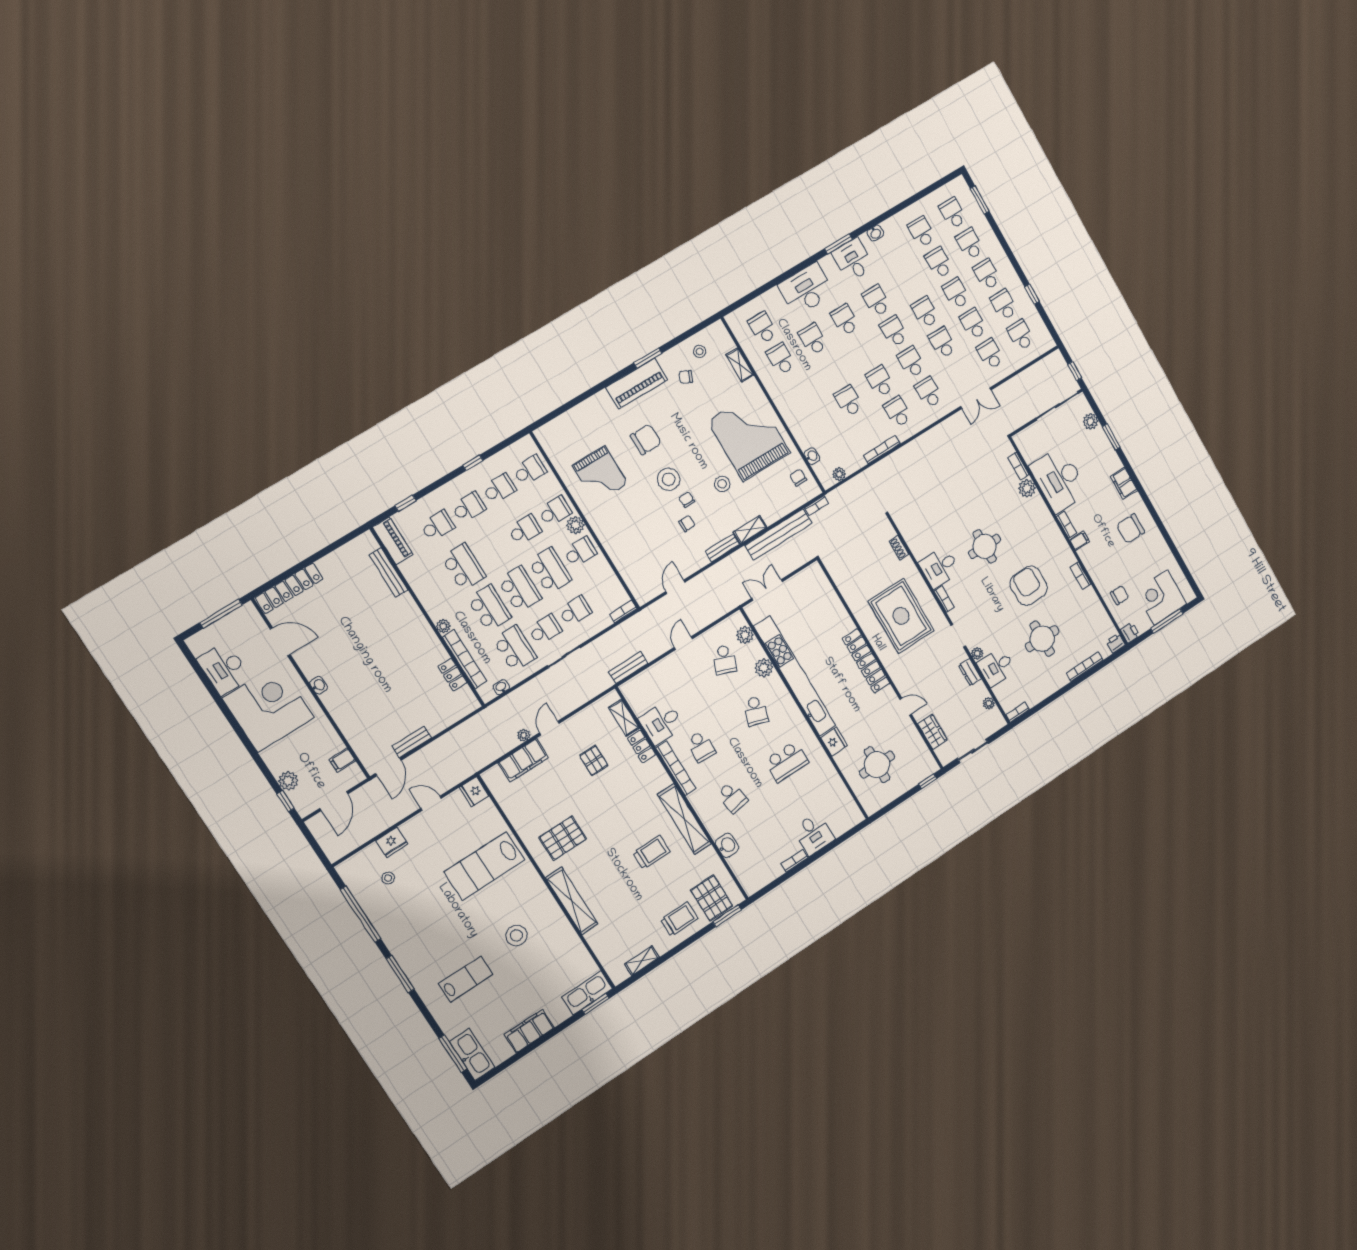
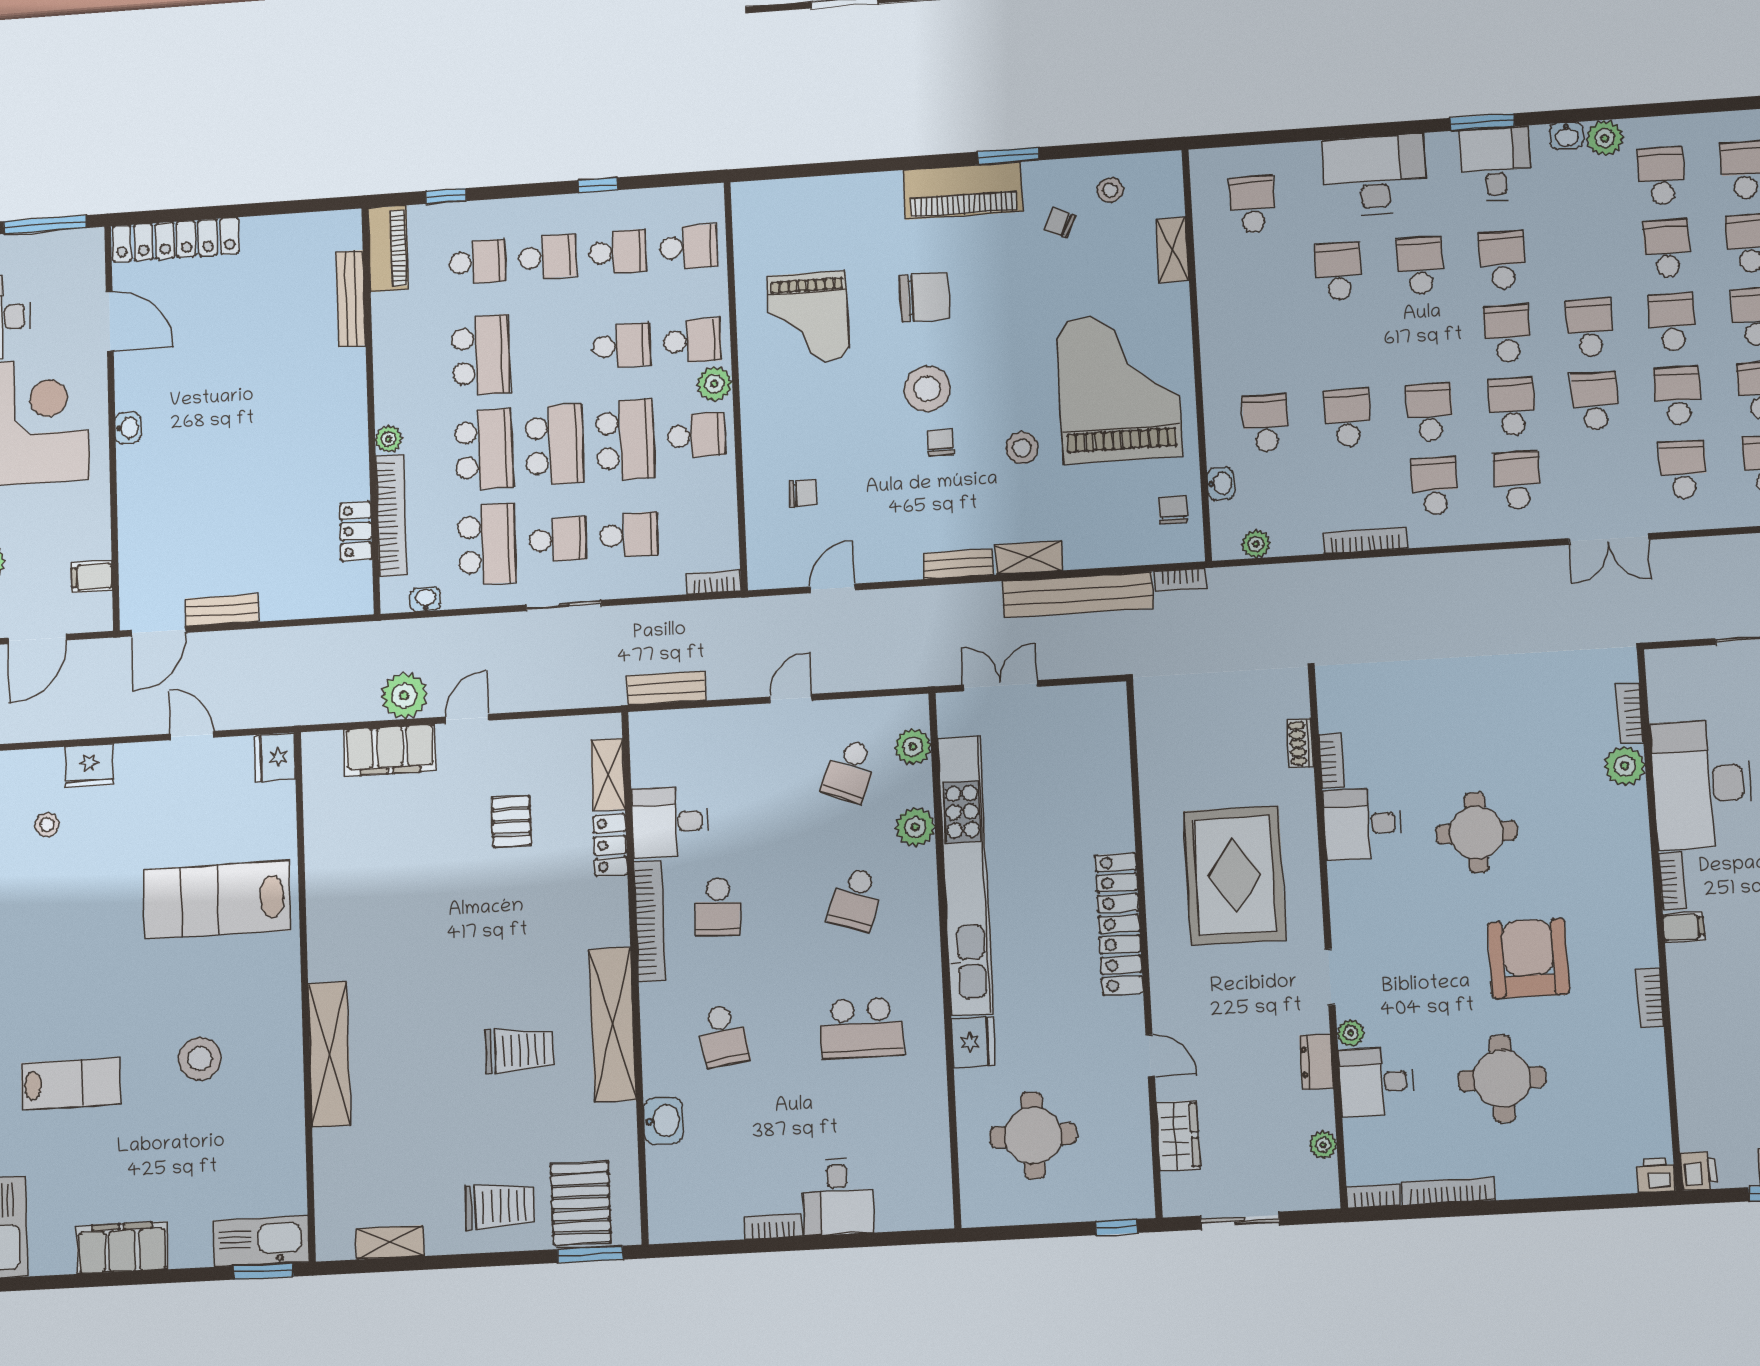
plant: (891, 226) -> (1605, 138), added
school desk: (781, 359) -> (1266, 423), moved
chair: (687, 523) -> (803, 493), moved
chair: (1119, 595) -> (1714, 1083), removed
bookcase: (944, 599) -> (1331, 761), moved
bookcase: (1085, 667) -> (1448, 1191), moved
plant: (524, 735) -> (404, 696), width x1.88, depth x1.88
pallet: (563, 838) -> (379, 930), removed

